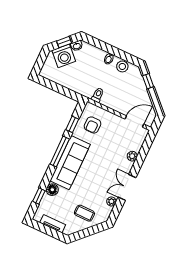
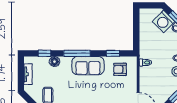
window: (60, 151) -> (77, 53), moved
sofa: (70, 163) -> (88, 66), width x0.73

